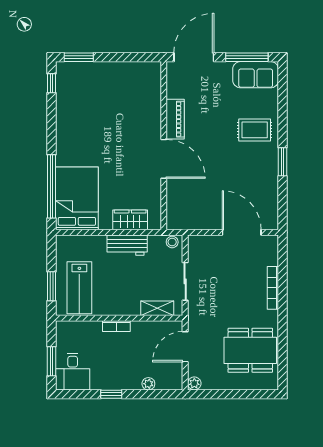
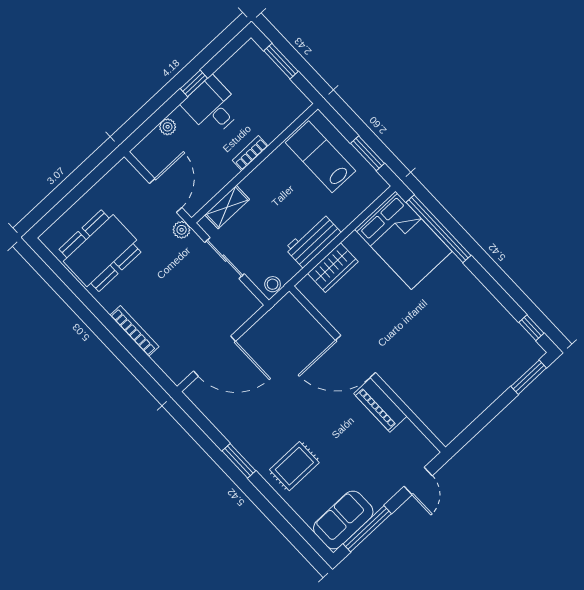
door: (194, 57) -> (418, 481), width x0.53
window: (51, 286) -> (368, 153), moved
desk: (73, 372) -> (212, 107), moved
plant: (194, 383) -> (182, 230), moved

